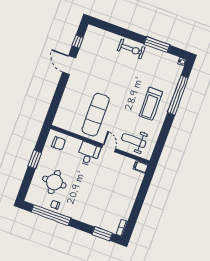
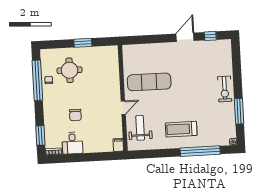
chair: (58, 143) -> (75, 115), moved
desk: (89, 154) -> (72, 143), moved, turned 90

